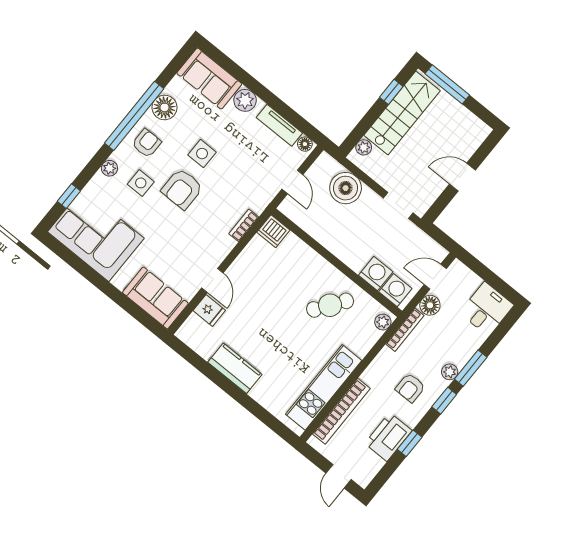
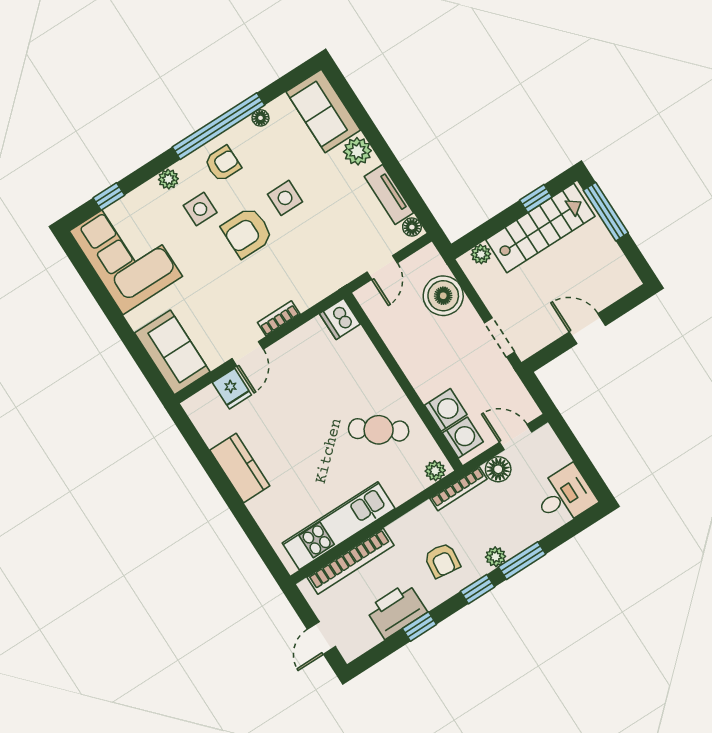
floor lamp: (165, 107) -> (260, 118), width x0.53, depth x0.53
bookcase: (244, 225) -> (279, 318), moved
armchair: (410, 388) -> (442, 560), turned -83

